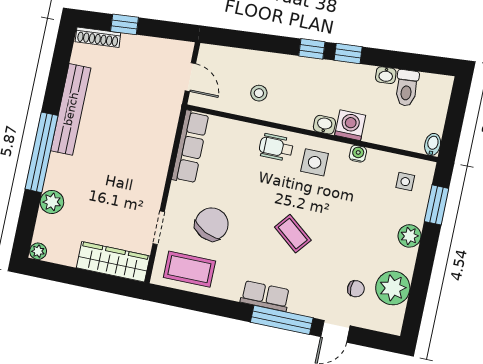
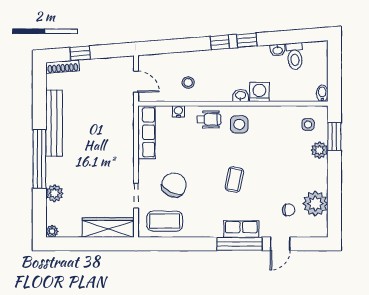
wheelchair: (276, 147) -> (209, 119), turned 180
water cooler: (358, 154) -> (178, 111), moved
coffee table: (293, 234) -> (234, 180), turned 63
plant: (410, 236) -> (319, 150), moved
row of seats: (265, 296) -> (241, 229), moved

